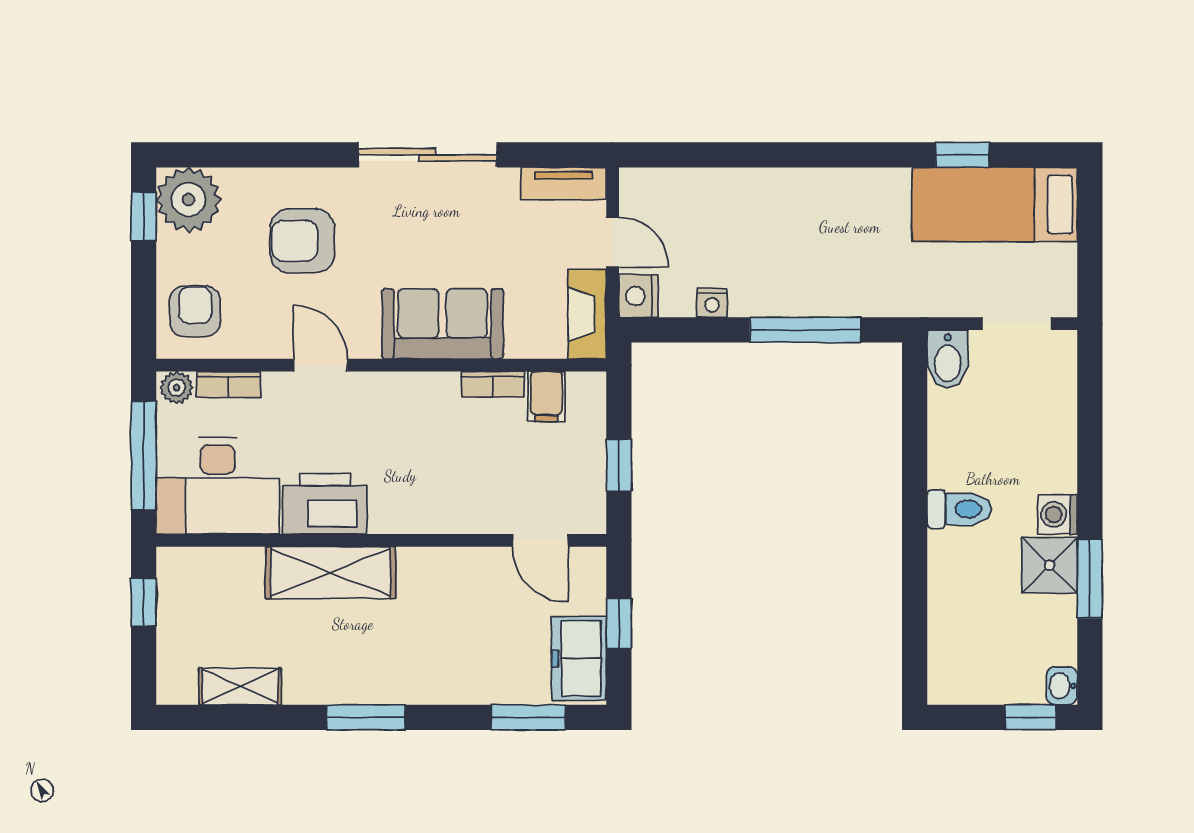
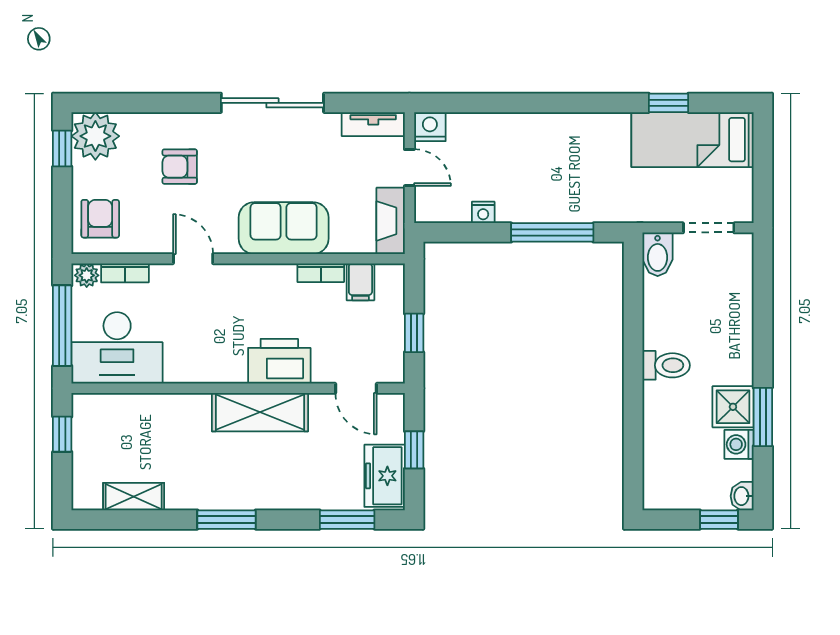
armchair: (302, 241) -> (180, 167), width x0.72, depth x0.72
nightstand: (638, 296) -> (430, 127), moved, turned 90
printer: (325, 504) -> (279, 361), moved
washing machine: (1058, 514) -> (739, 444), moved
shelving: (331, 572) -> (260, 412), moved

